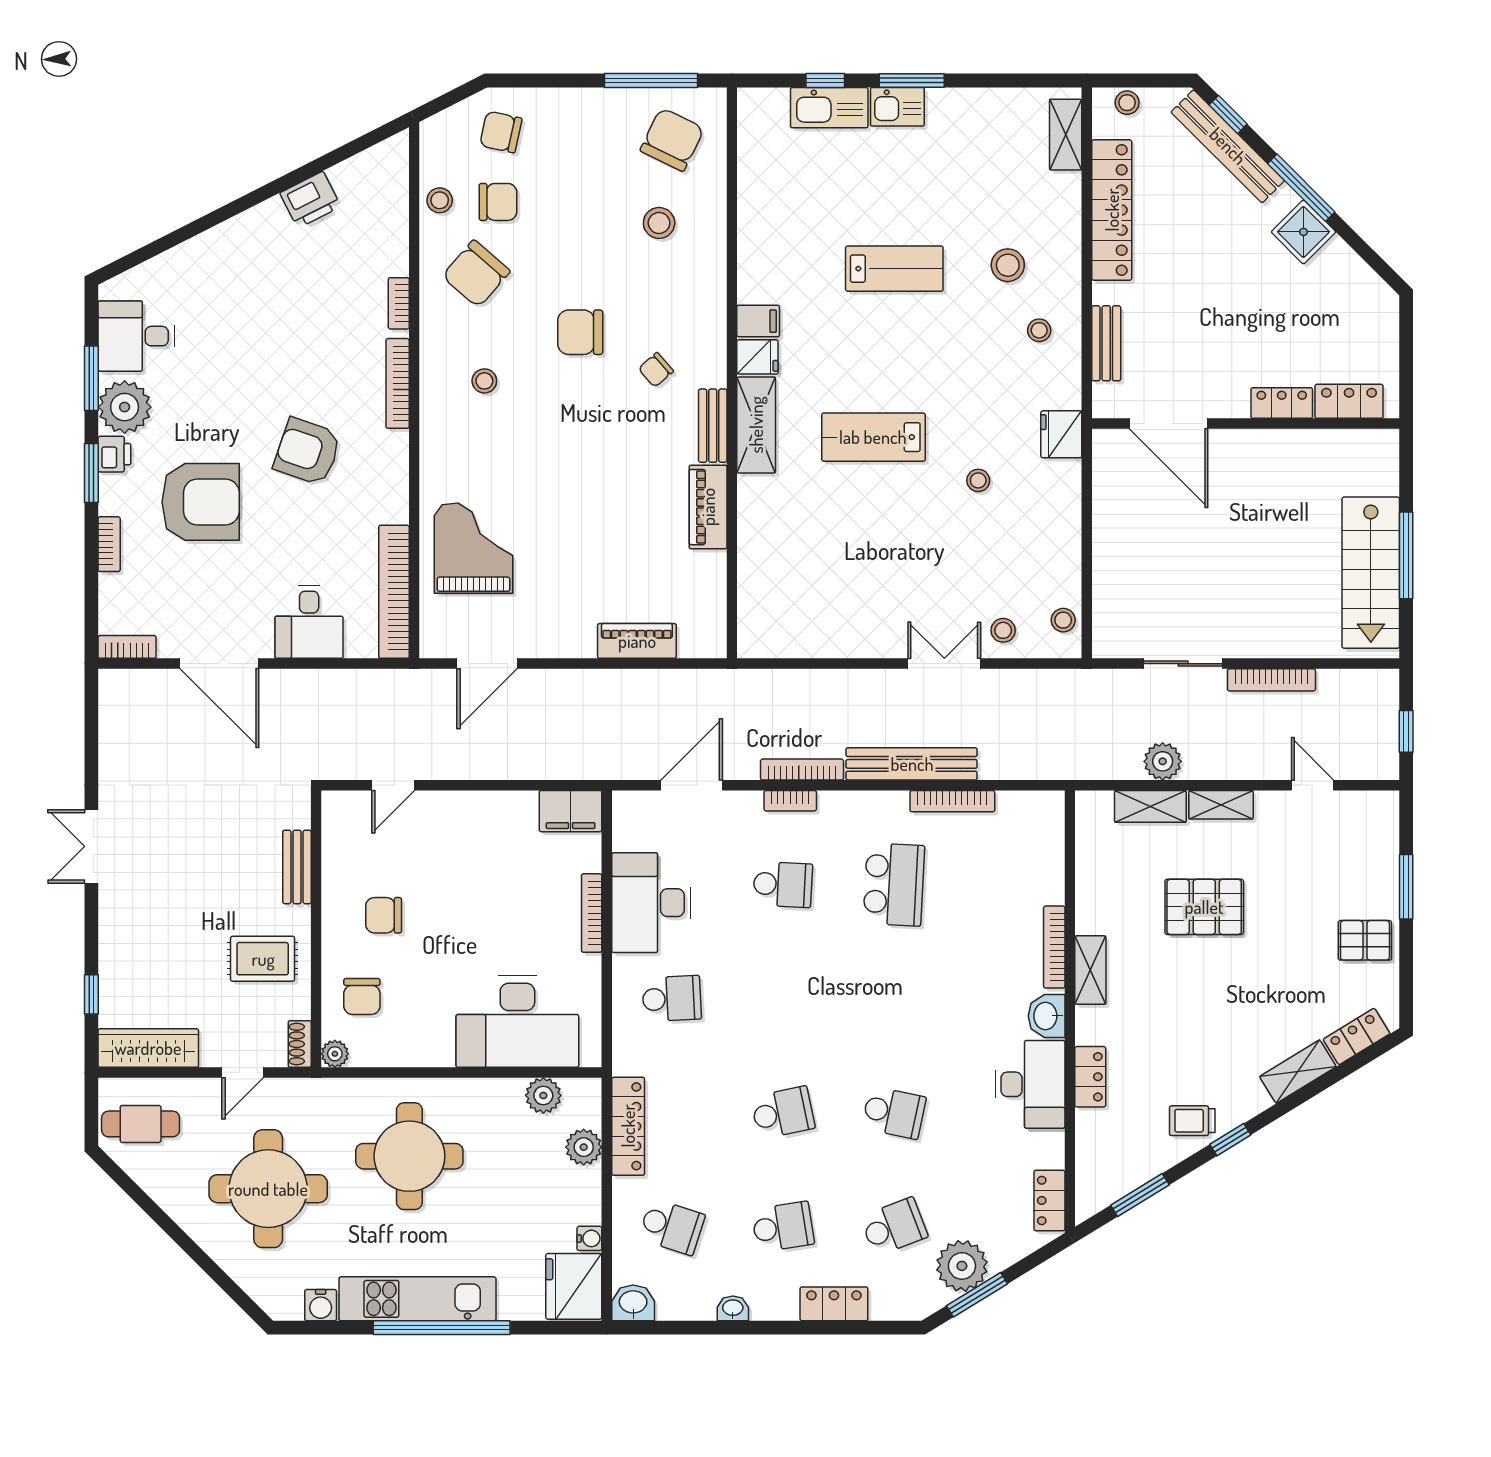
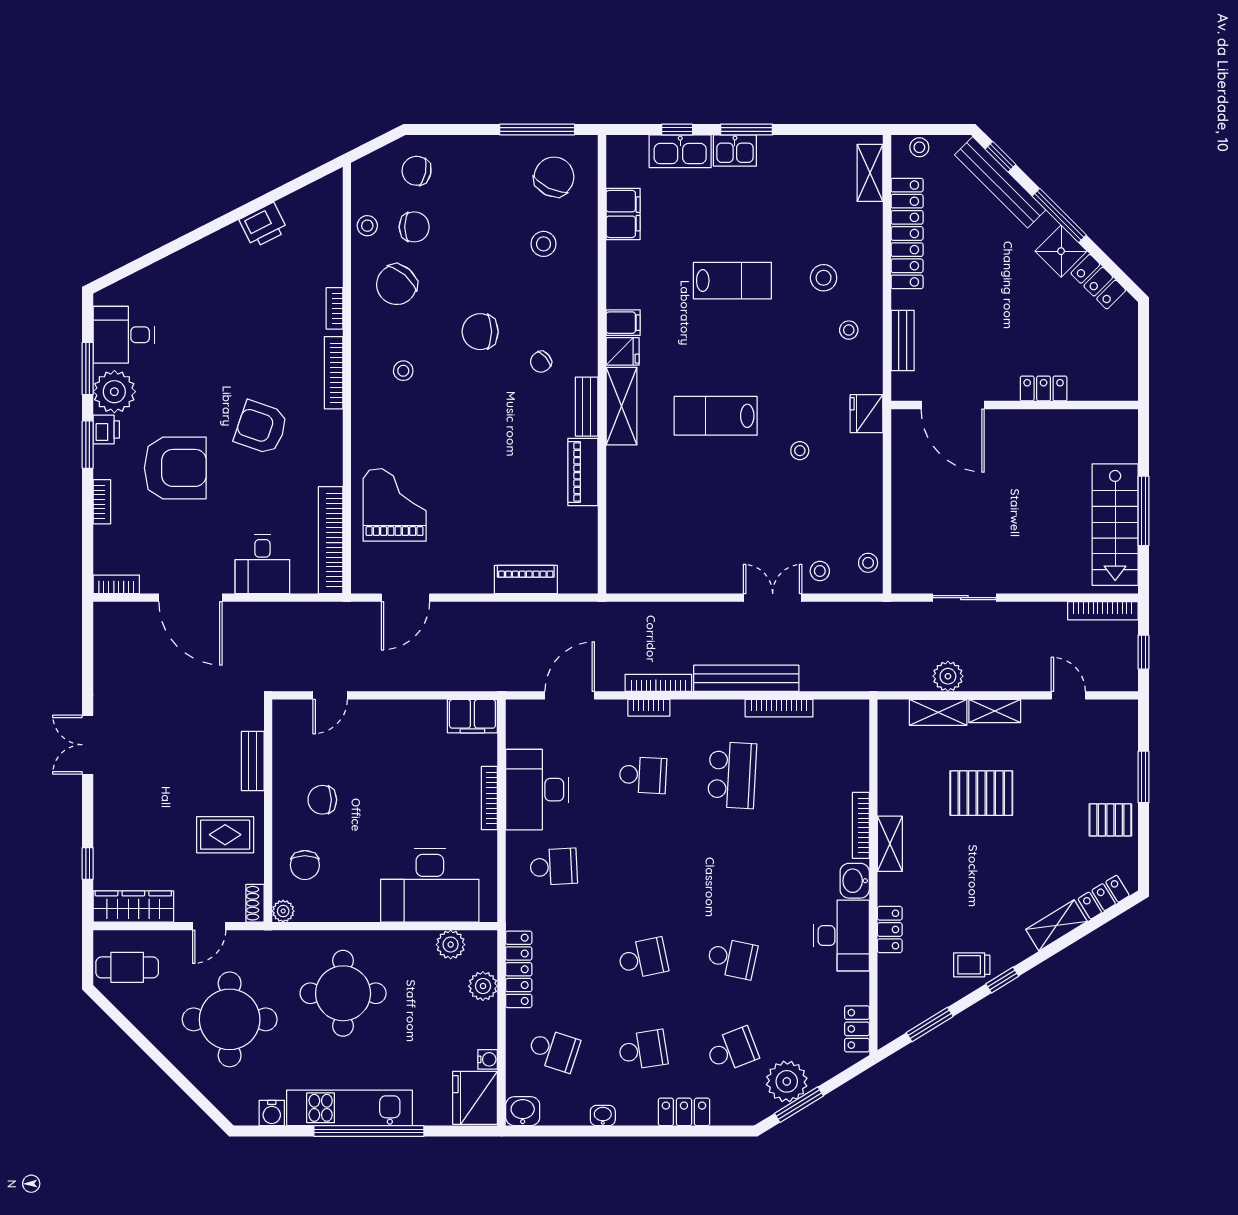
filing cabinet: (758, 186) -> (623, 214), added
locker: (1349, 401) -> (1098, 282), moved, turned -135
bookcase: (1271, 680) -> (1103, 611), moved

